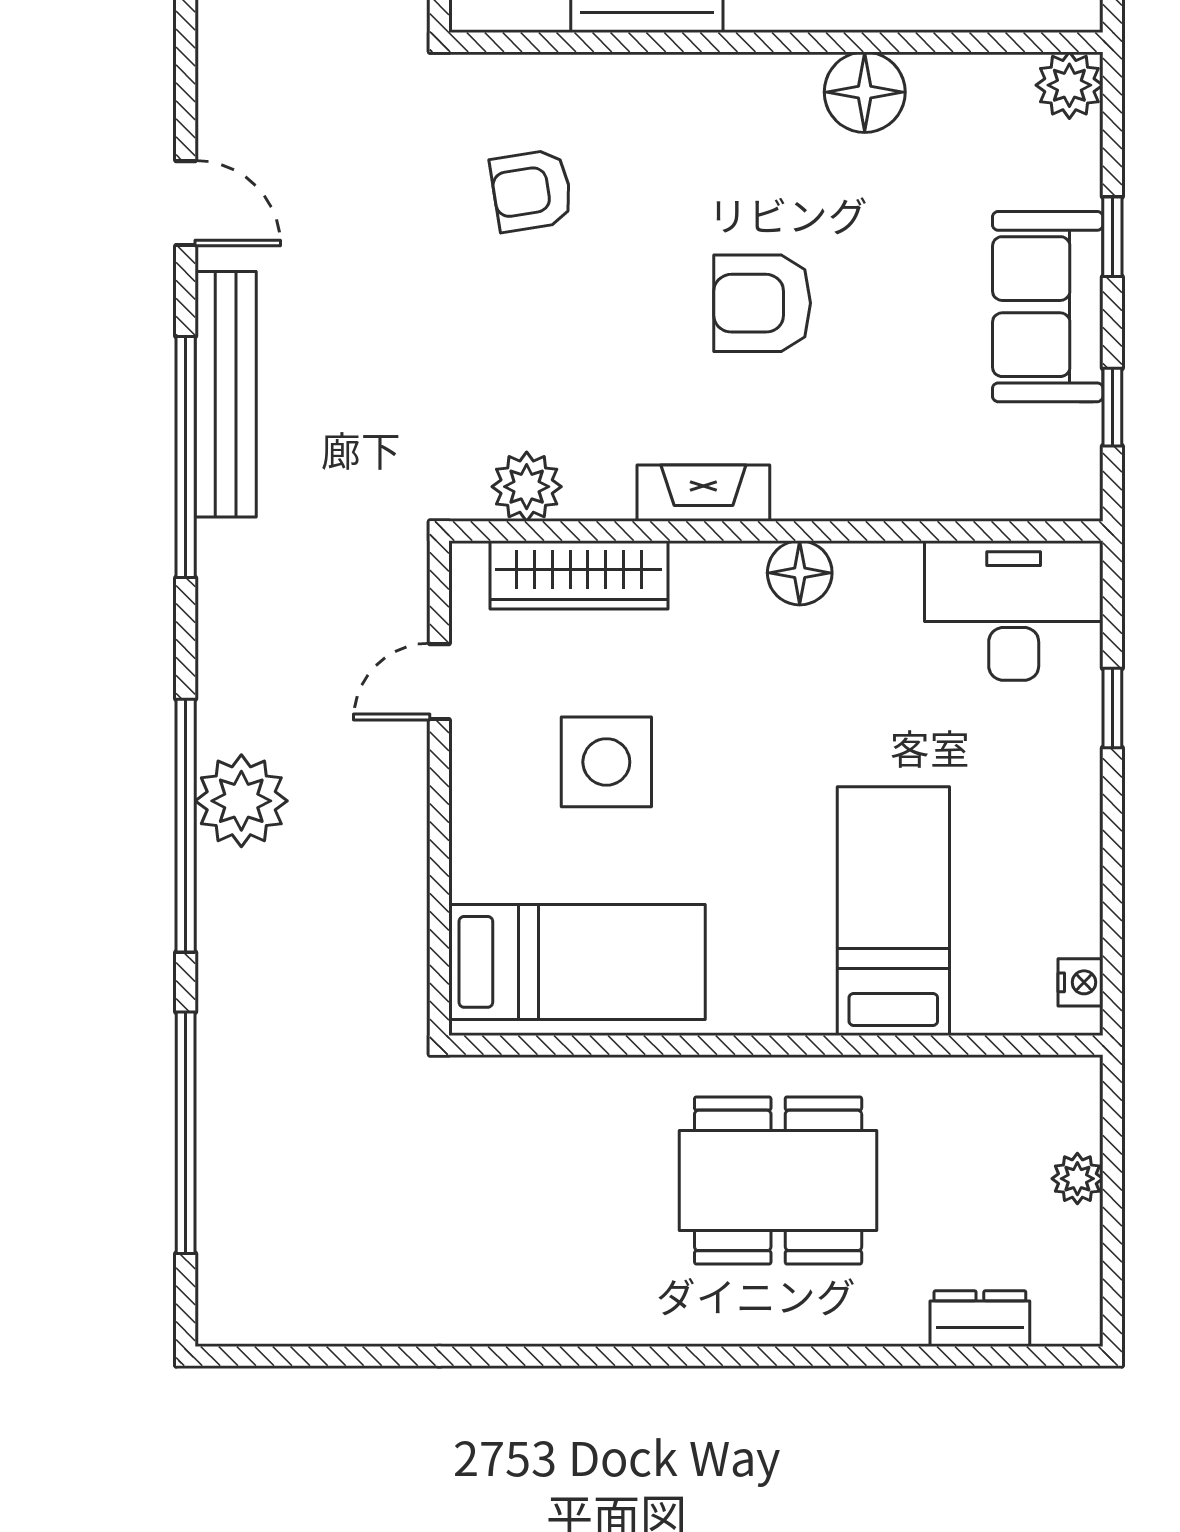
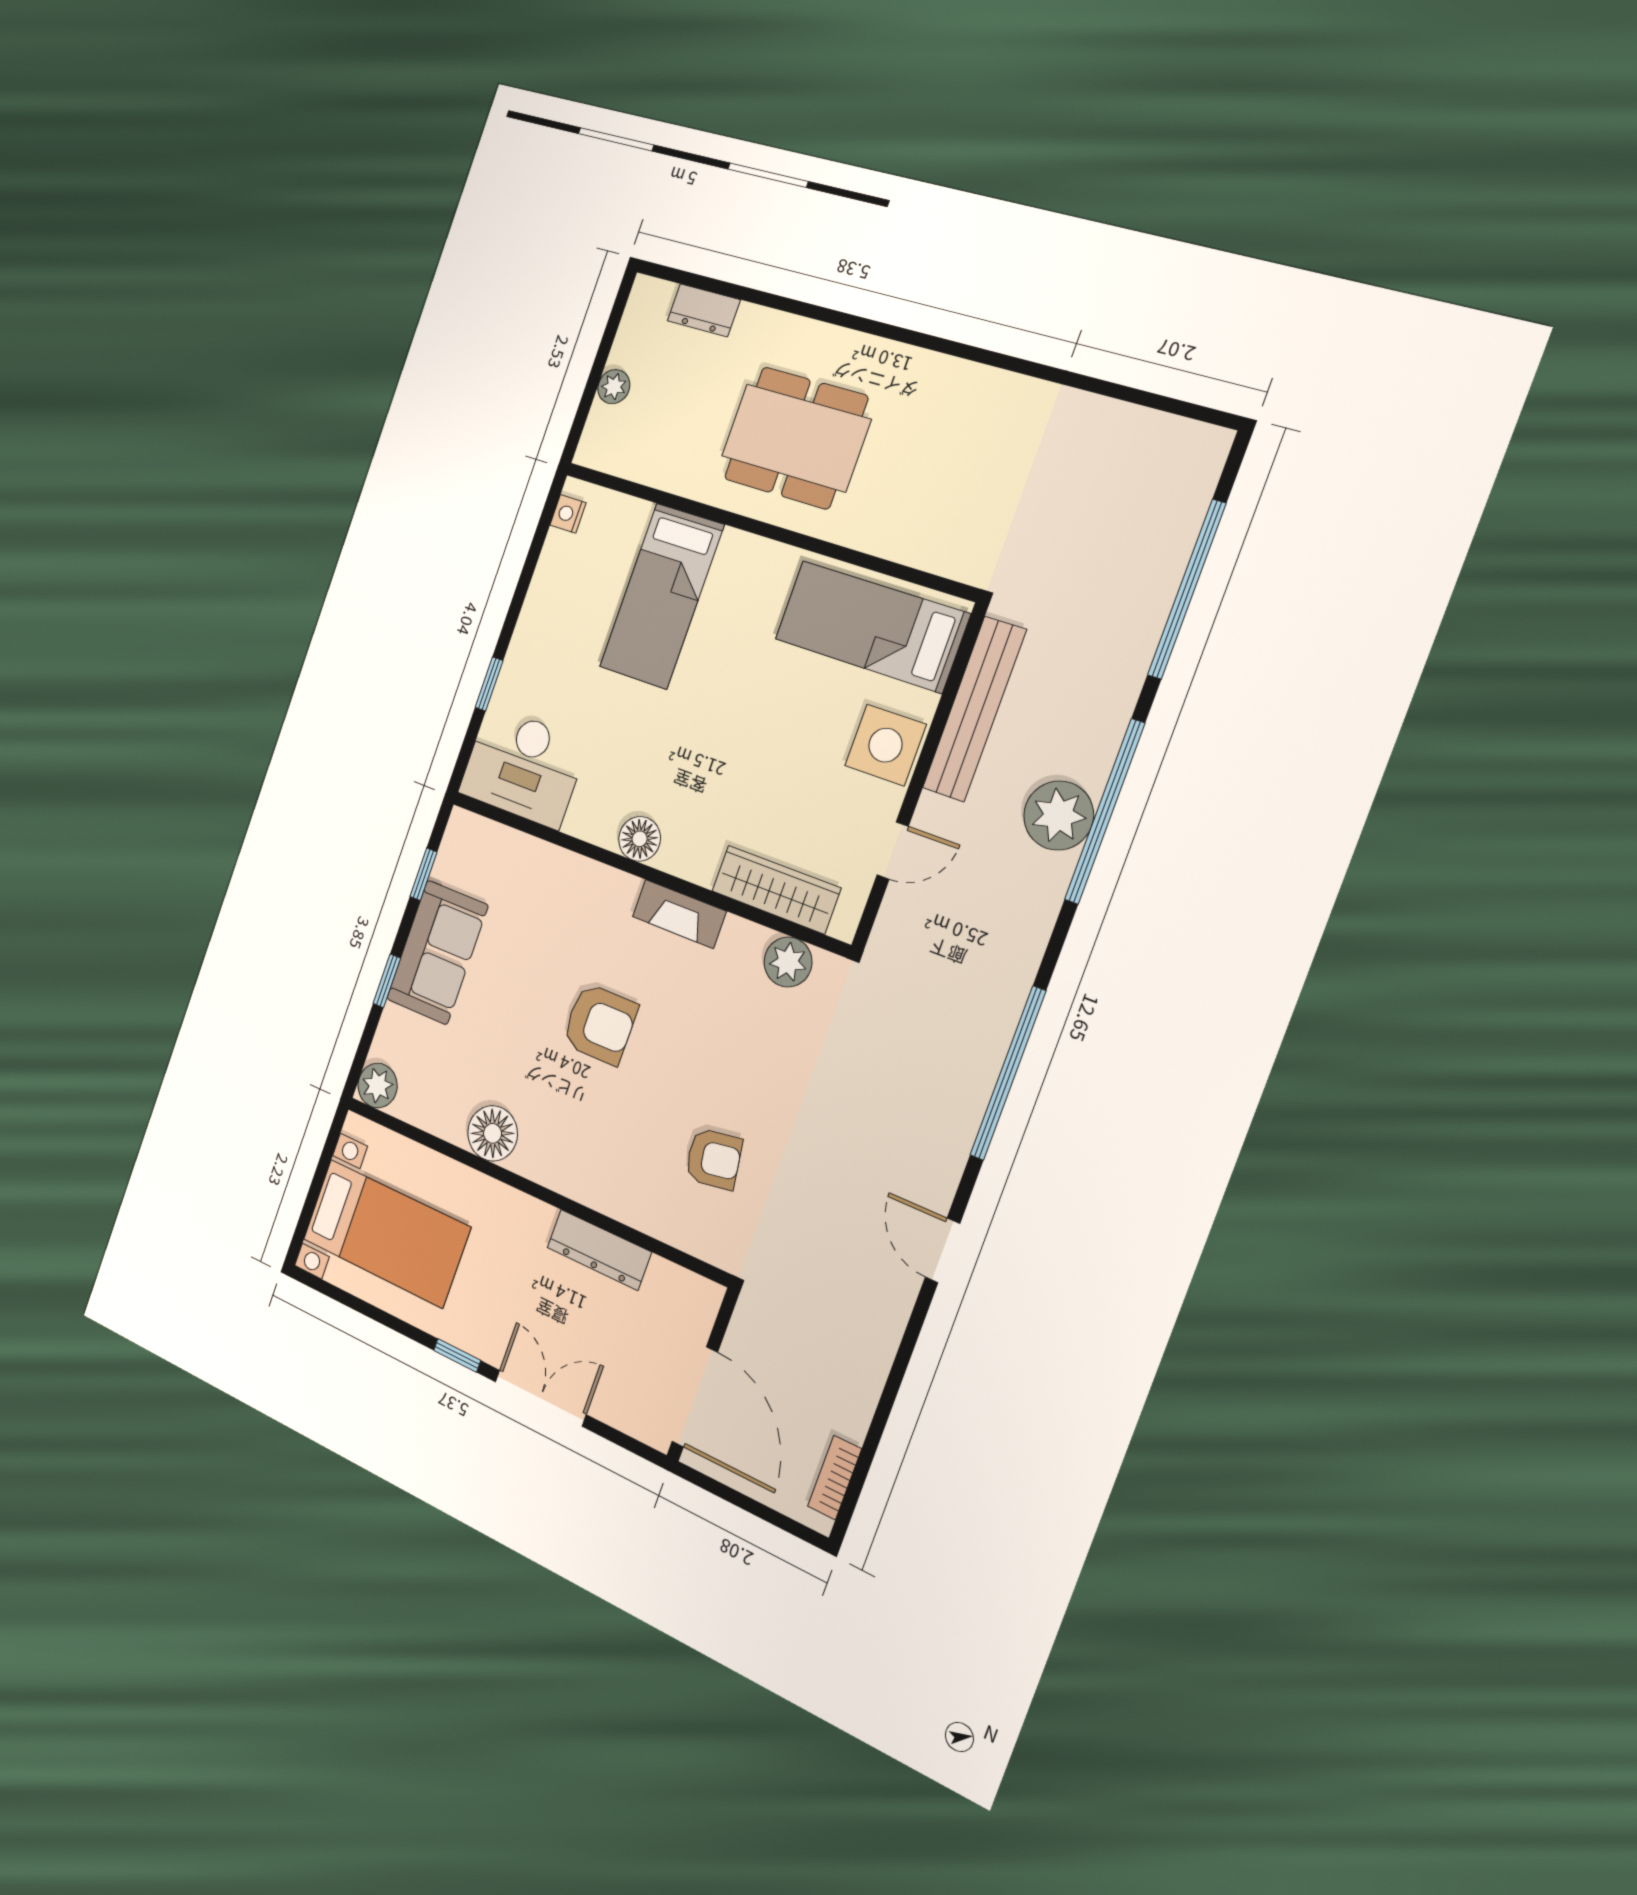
bench: (226, 394) -> (974, 709), moved
side table: (606, 762) -> (885, 745), moved

